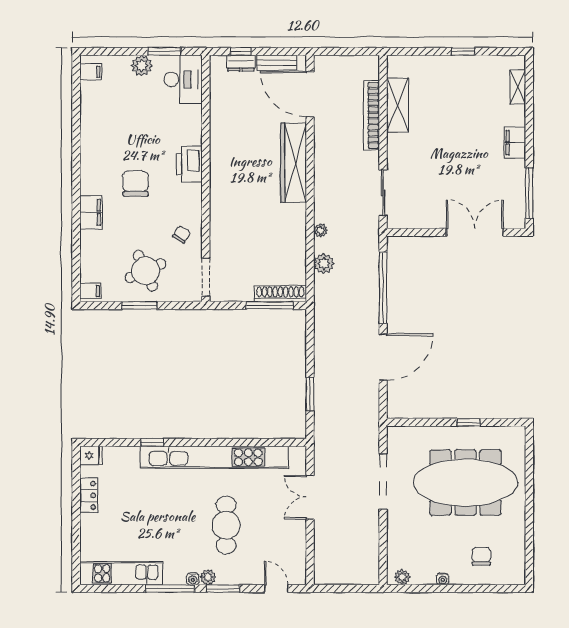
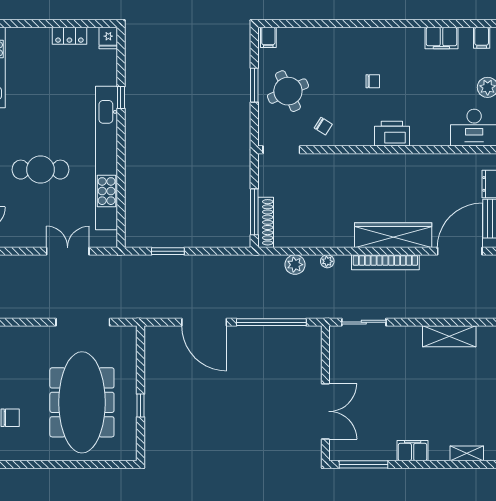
bookcase: (372, 115) -> (385, 262), moved, turned 180
chair: (135, 184) -> (373, 81), width x0.54, depth x0.54
filing cabinet: (91, 212) -> (441, 38), moved

